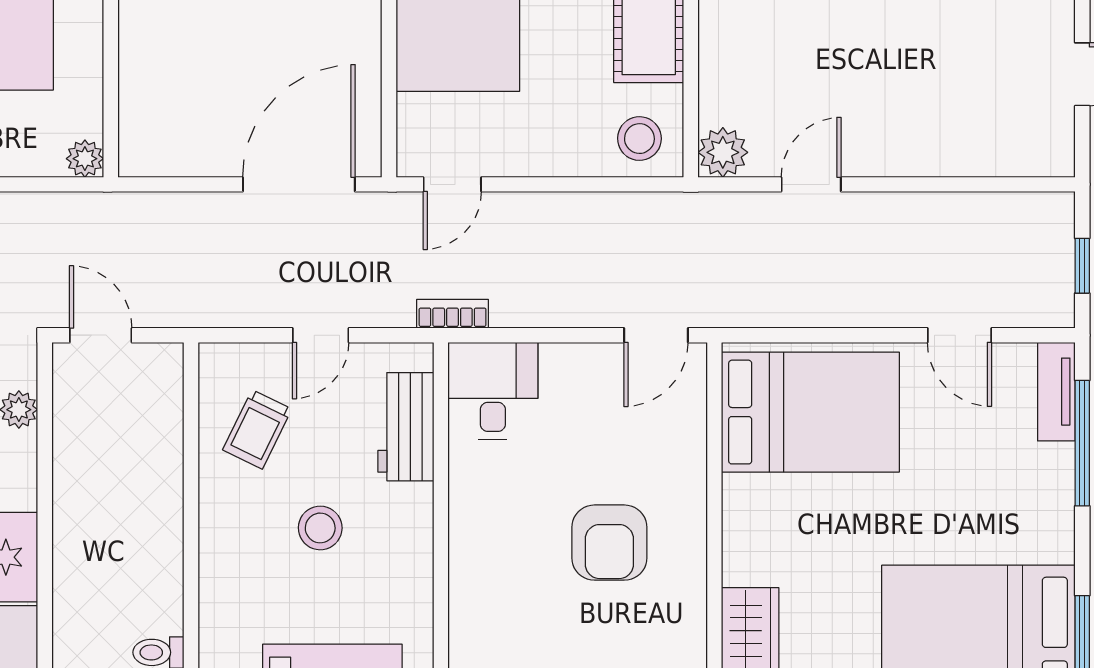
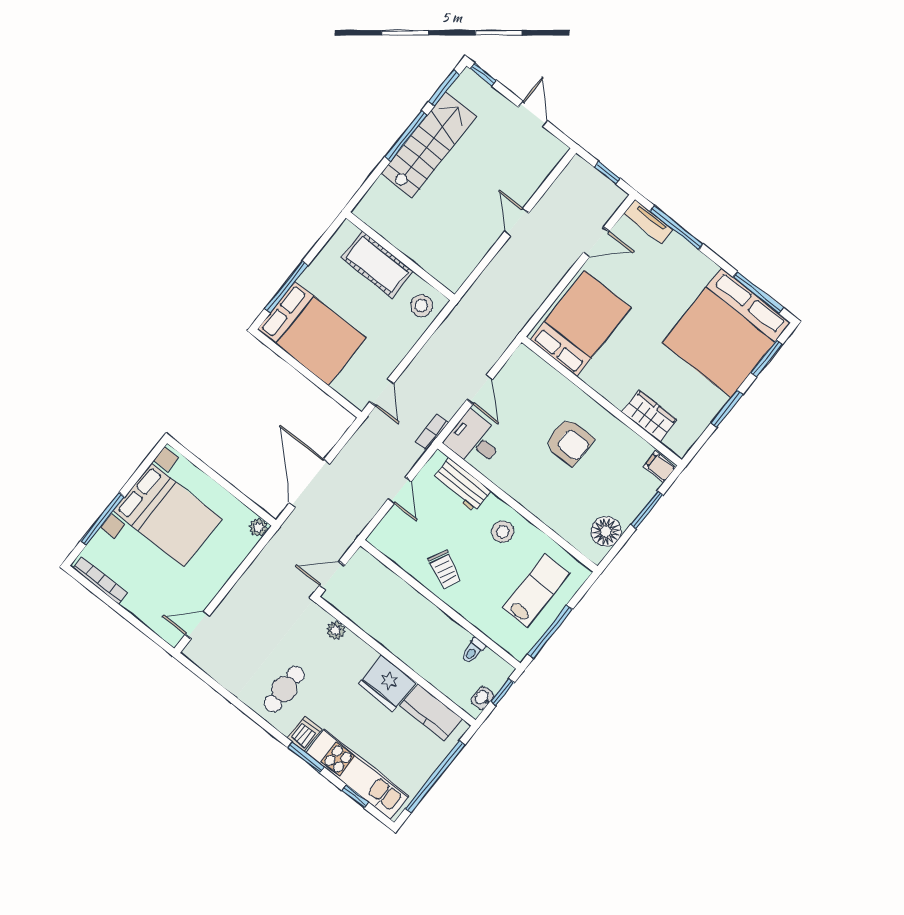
plant: (723, 152) -> (453, 278), removed
door: (299, 184) -> (310, 484), moved
door: (811, 184) -> (517, 222), moved
door: (656, 335) -> (480, 389), moved
trolley: (257, 429) -> (445, 569), moved
stool: (320, 528) -> (503, 532), moved

